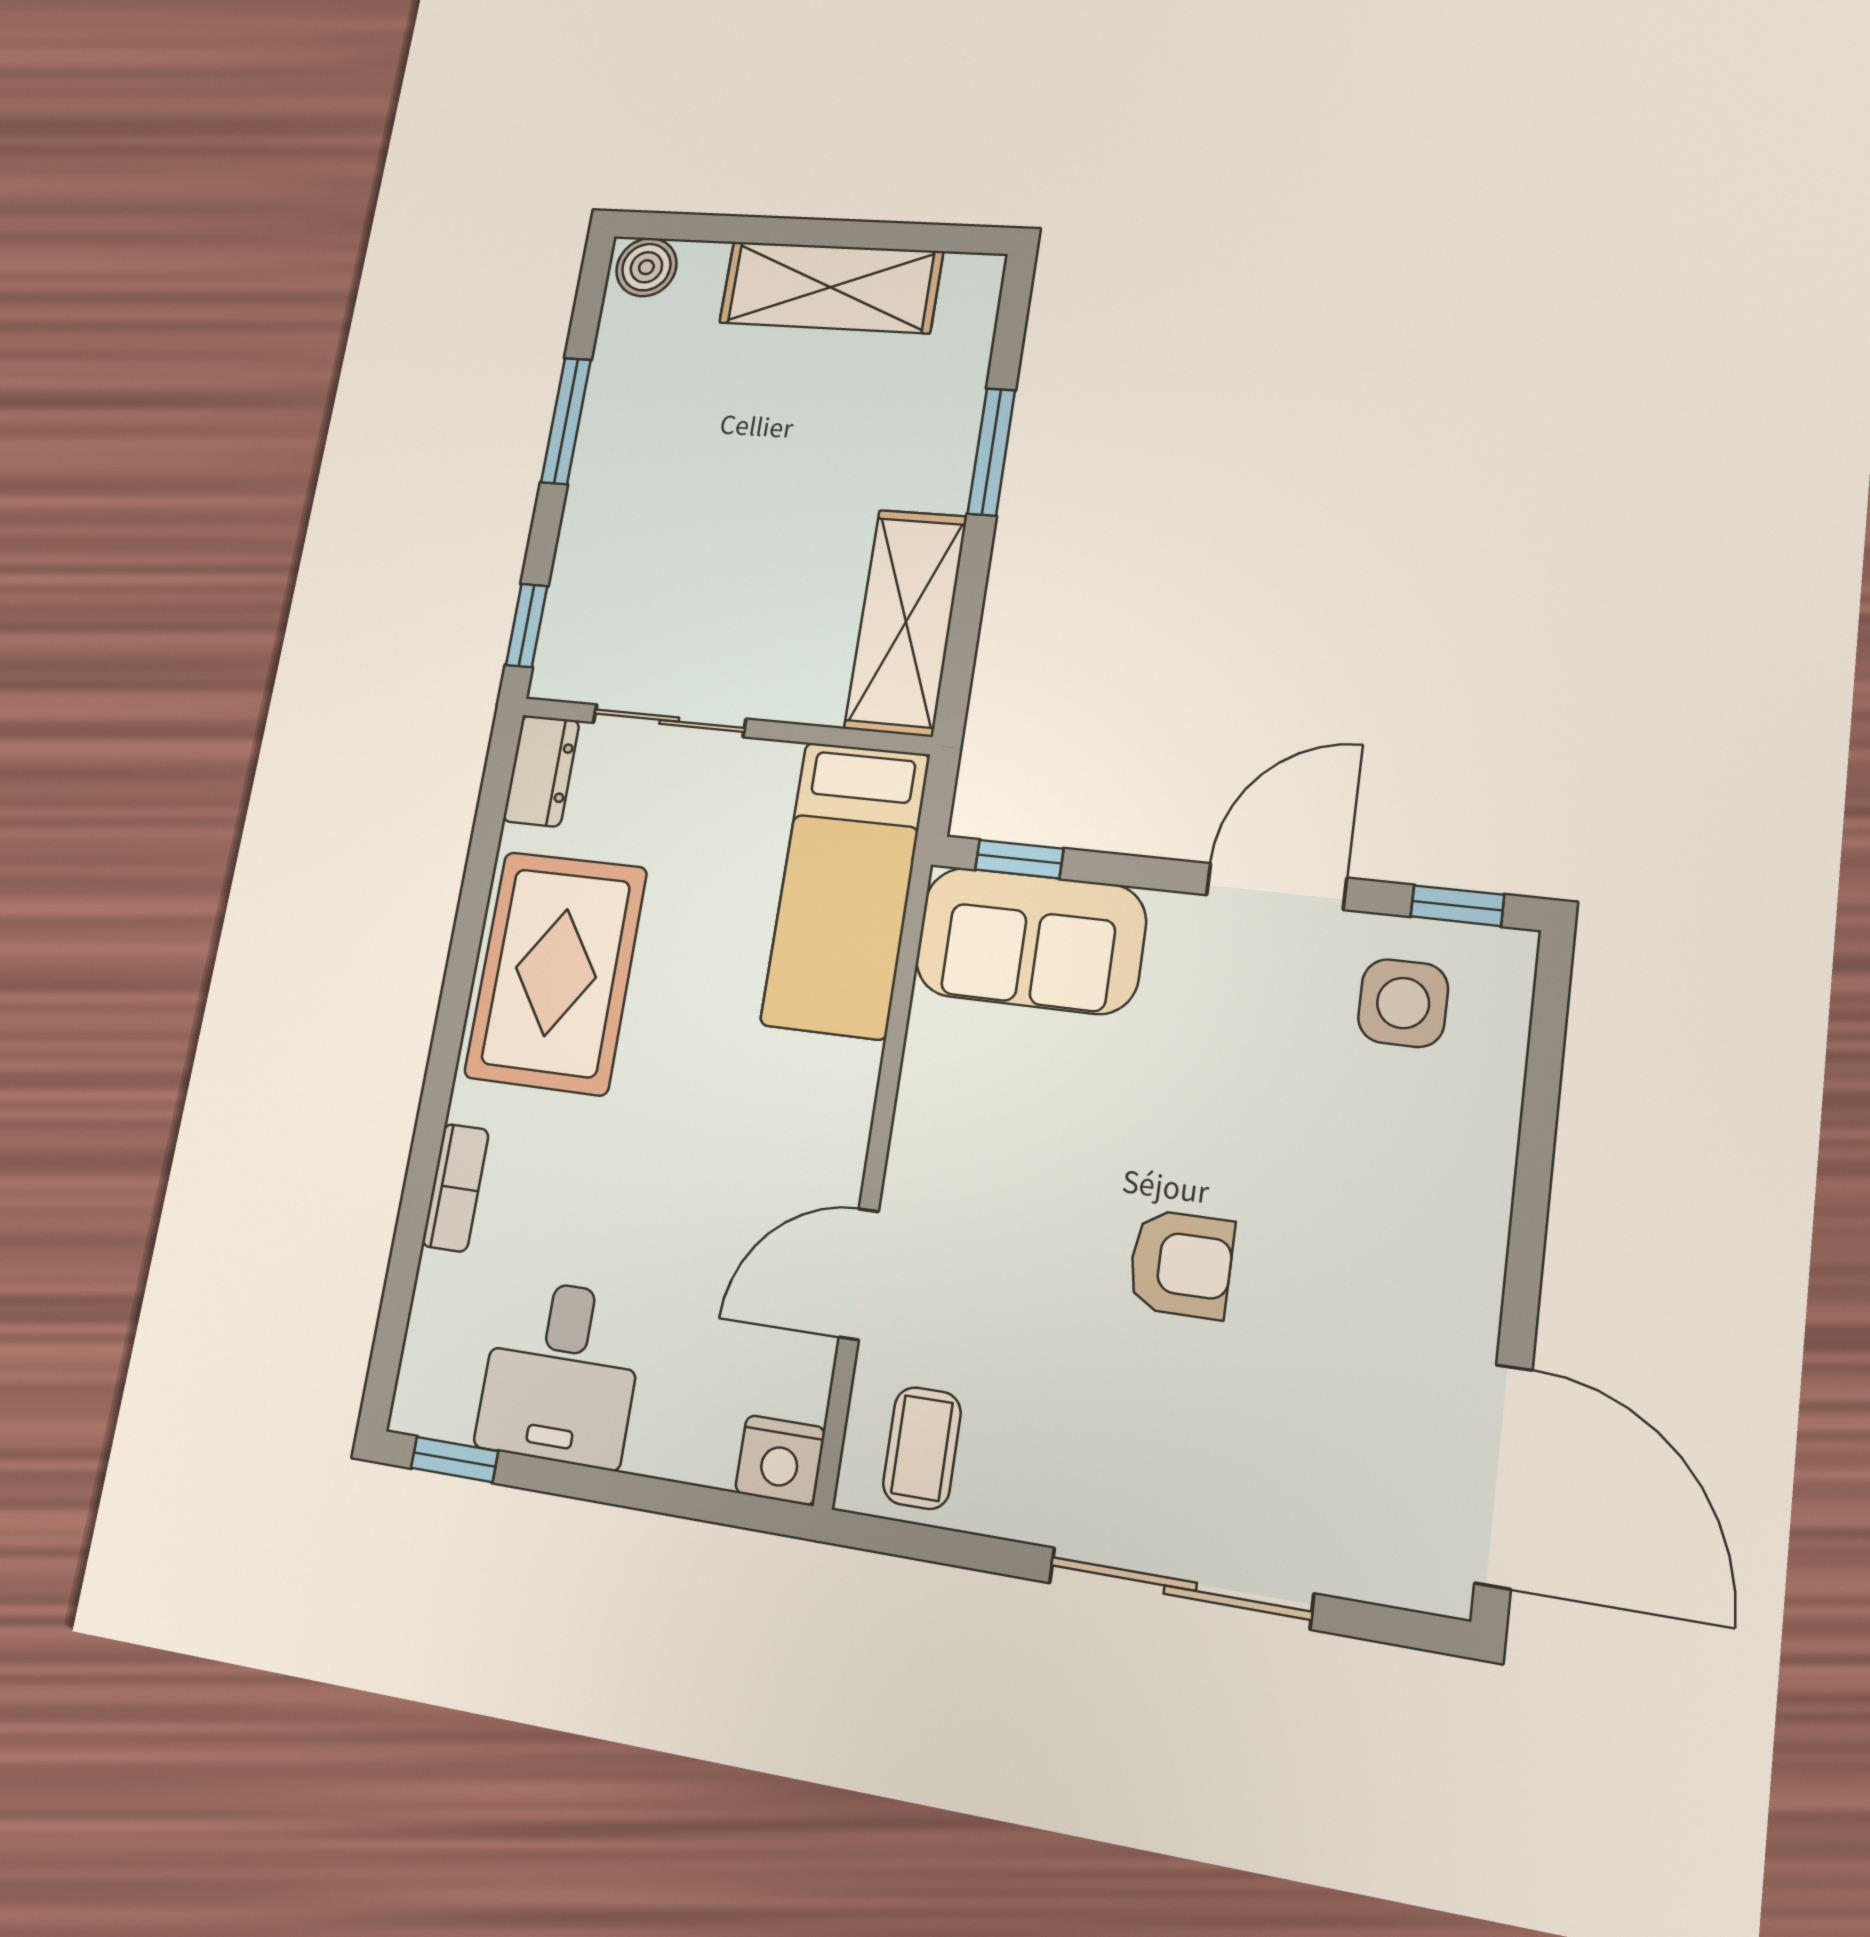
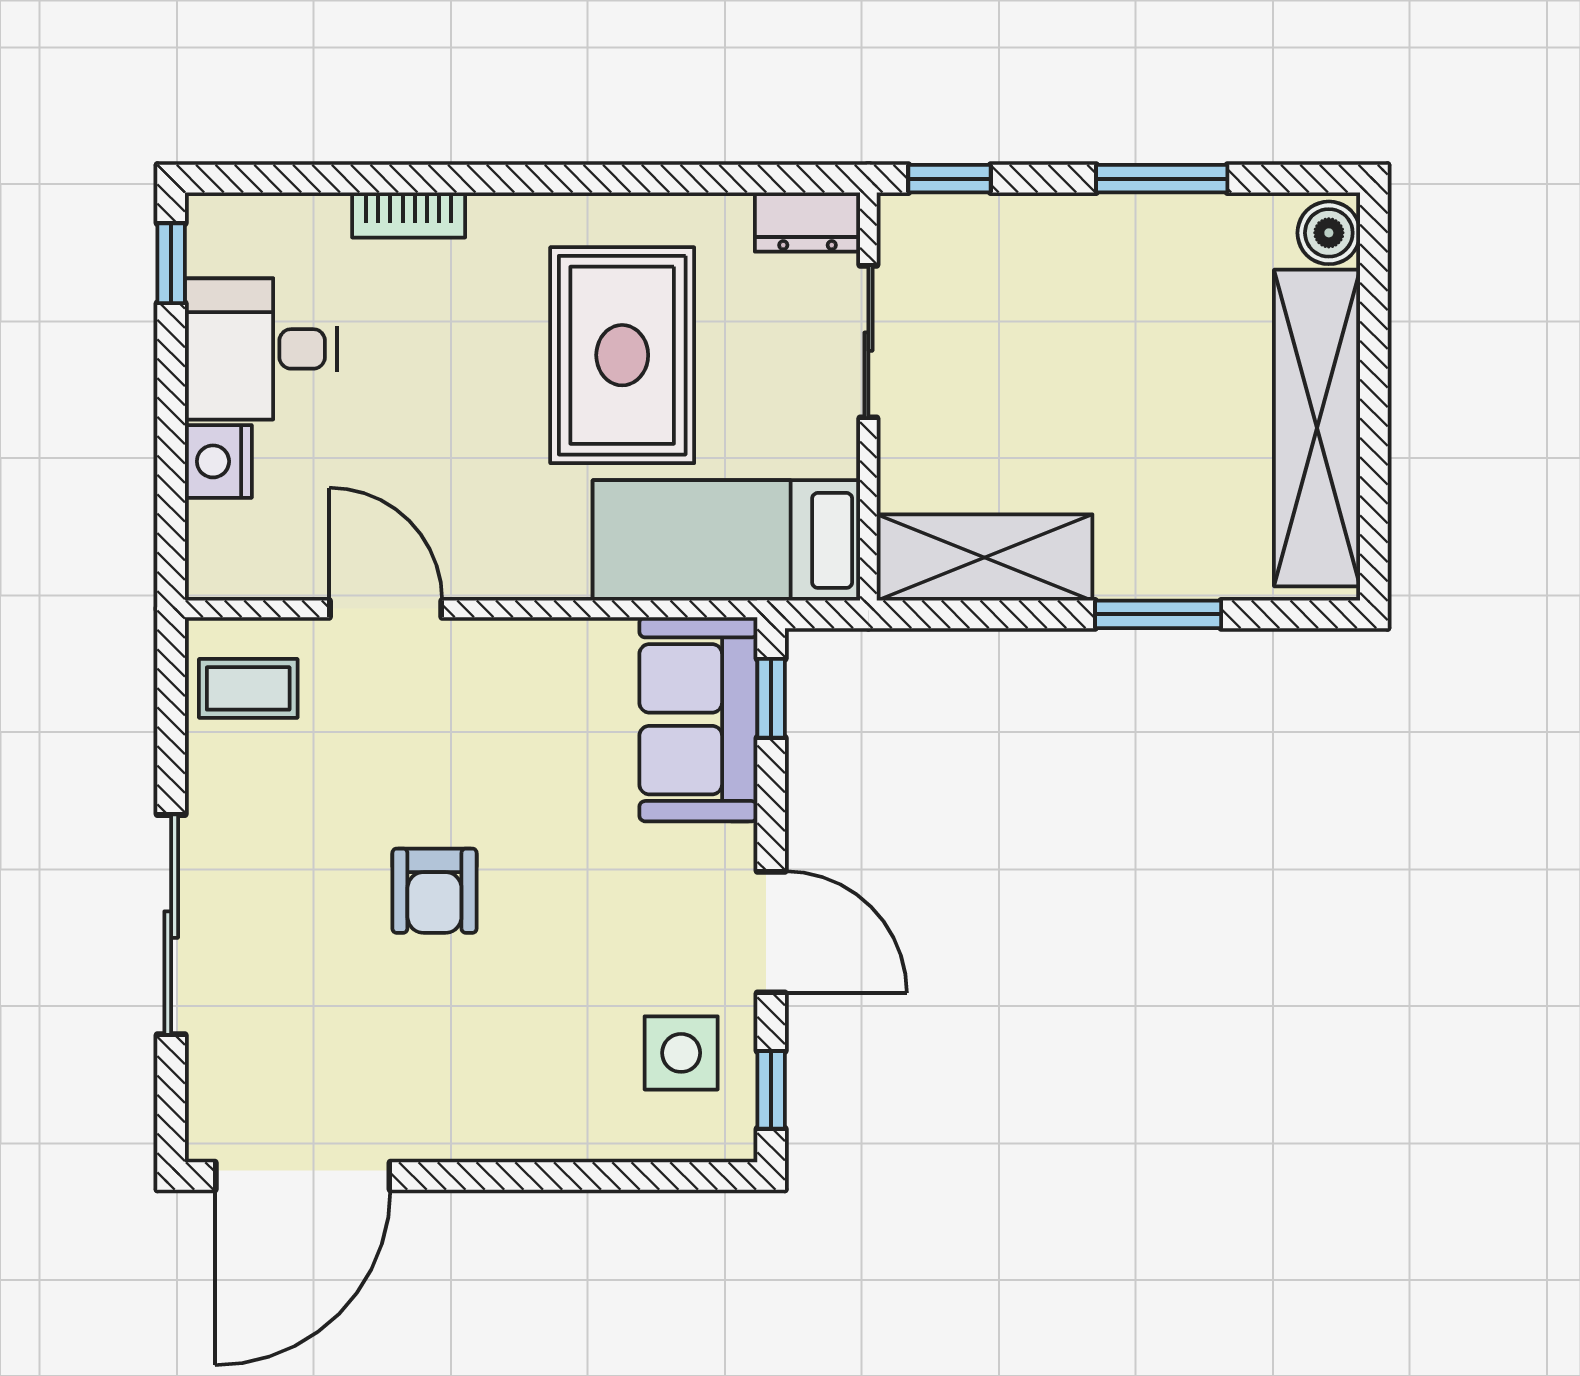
shelving: (831, 287) -> (1317, 428), width x1.47
rug: (556, 972) -> (622, 355), moved, turned 90
nightstand: (780, 1460) -> (218, 461), moved

